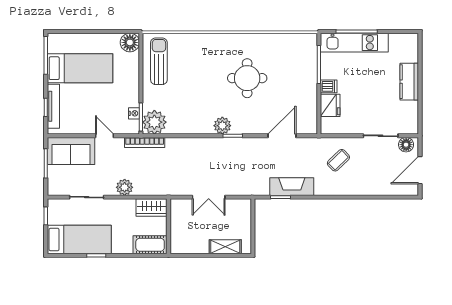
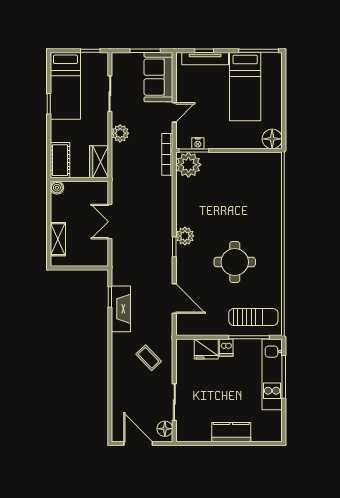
sun lounger: (159, 61) -> (253, 317), moved
boiler: (176, 248) -> (57, 188), added

